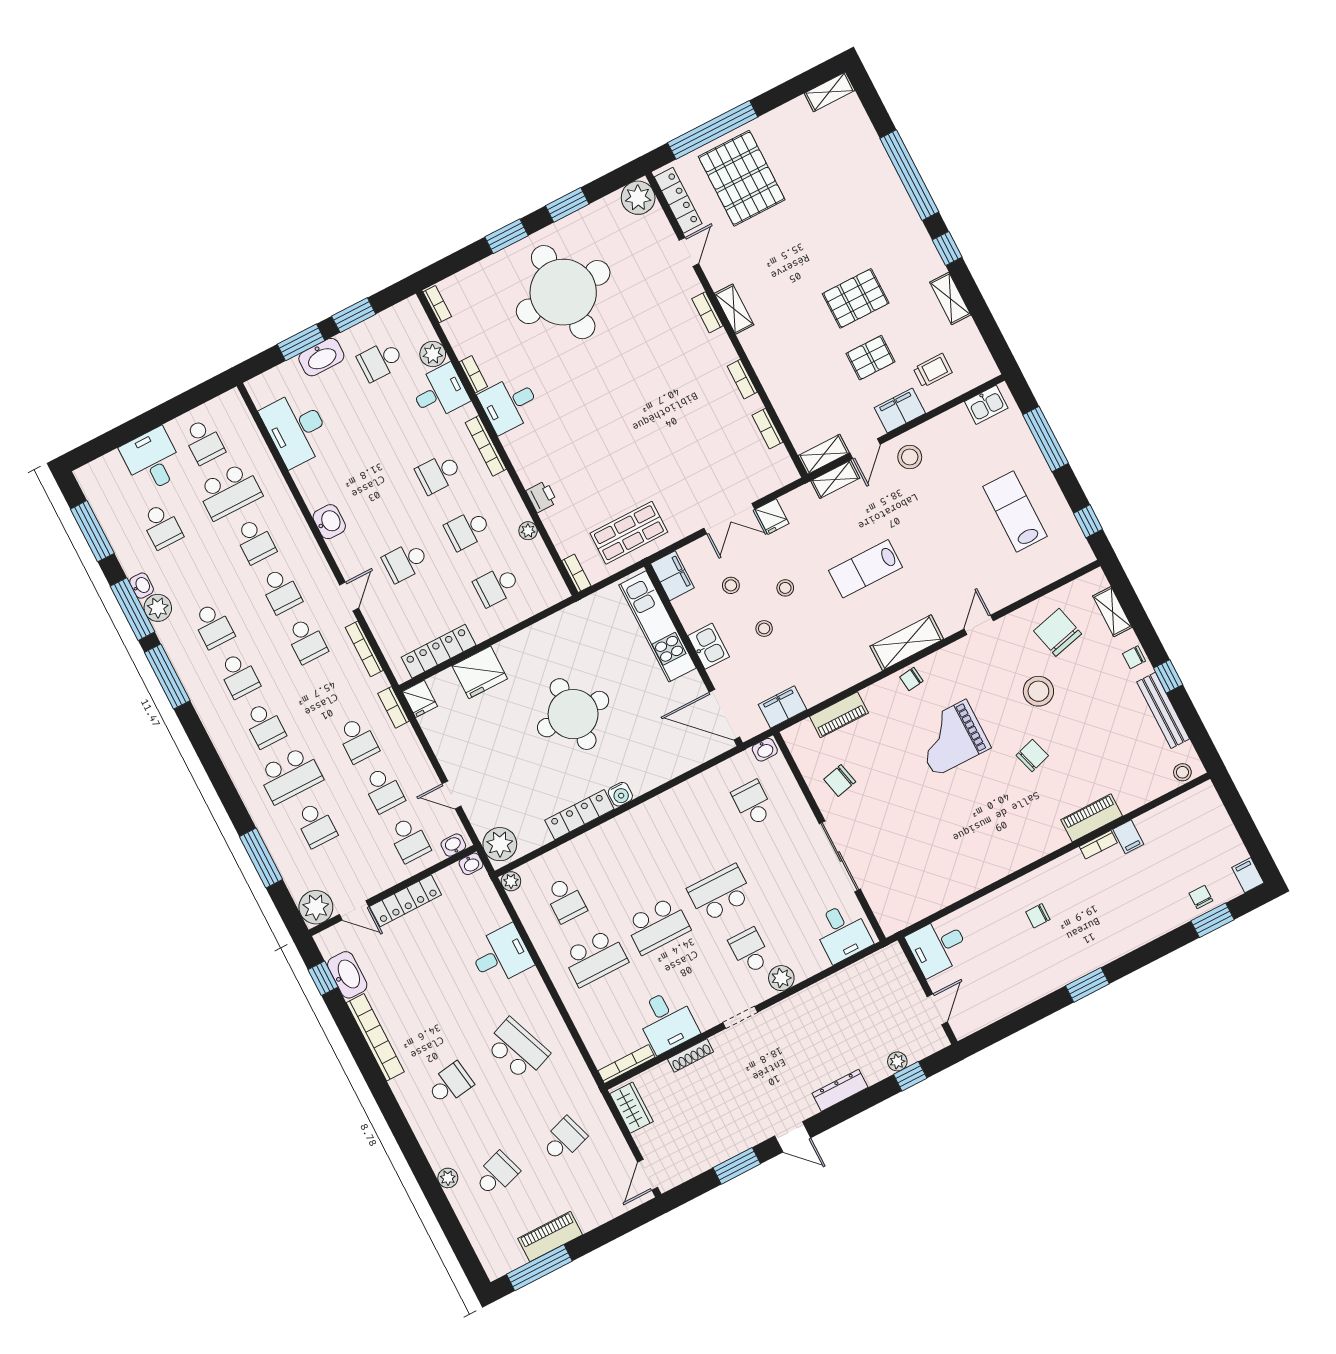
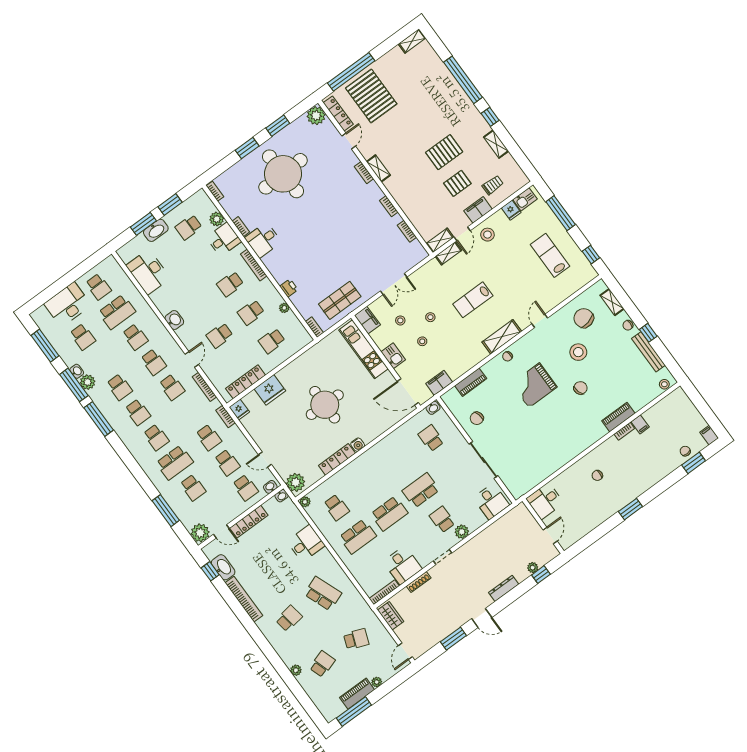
desk: (152, 460) -> (68, 304), width x1.37
fridge: (772, 517) -> (511, 210), moved
school desk: (564, 1140) -> (356, 639), turned 39
plant: (588, 1221) -> (377, 682), added

